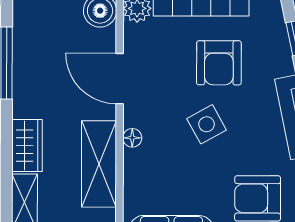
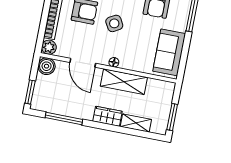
door: (120, 79) -> (83, 63), hinge flipped

